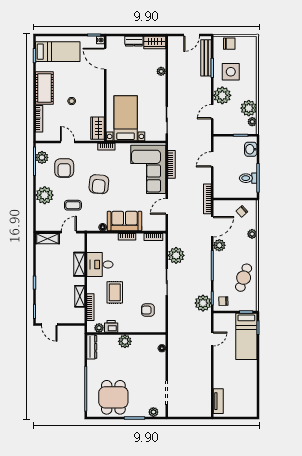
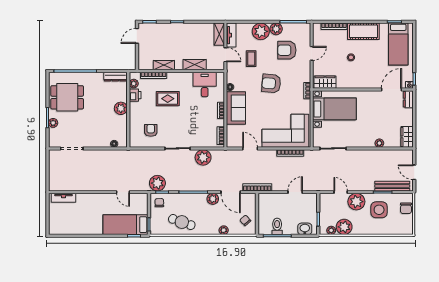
dresser: (134, 41) -> (408, 99), moved
plant: (42, 157) -> (276, 29), moved
door: (212, 159) -> (295, 192), hinge flipped
tv unit: (48, 226) -> (231, 35), added
desk: (100, 264) -> (205, 84), moved
plant: (153, 412) -> (53, 123), moved

